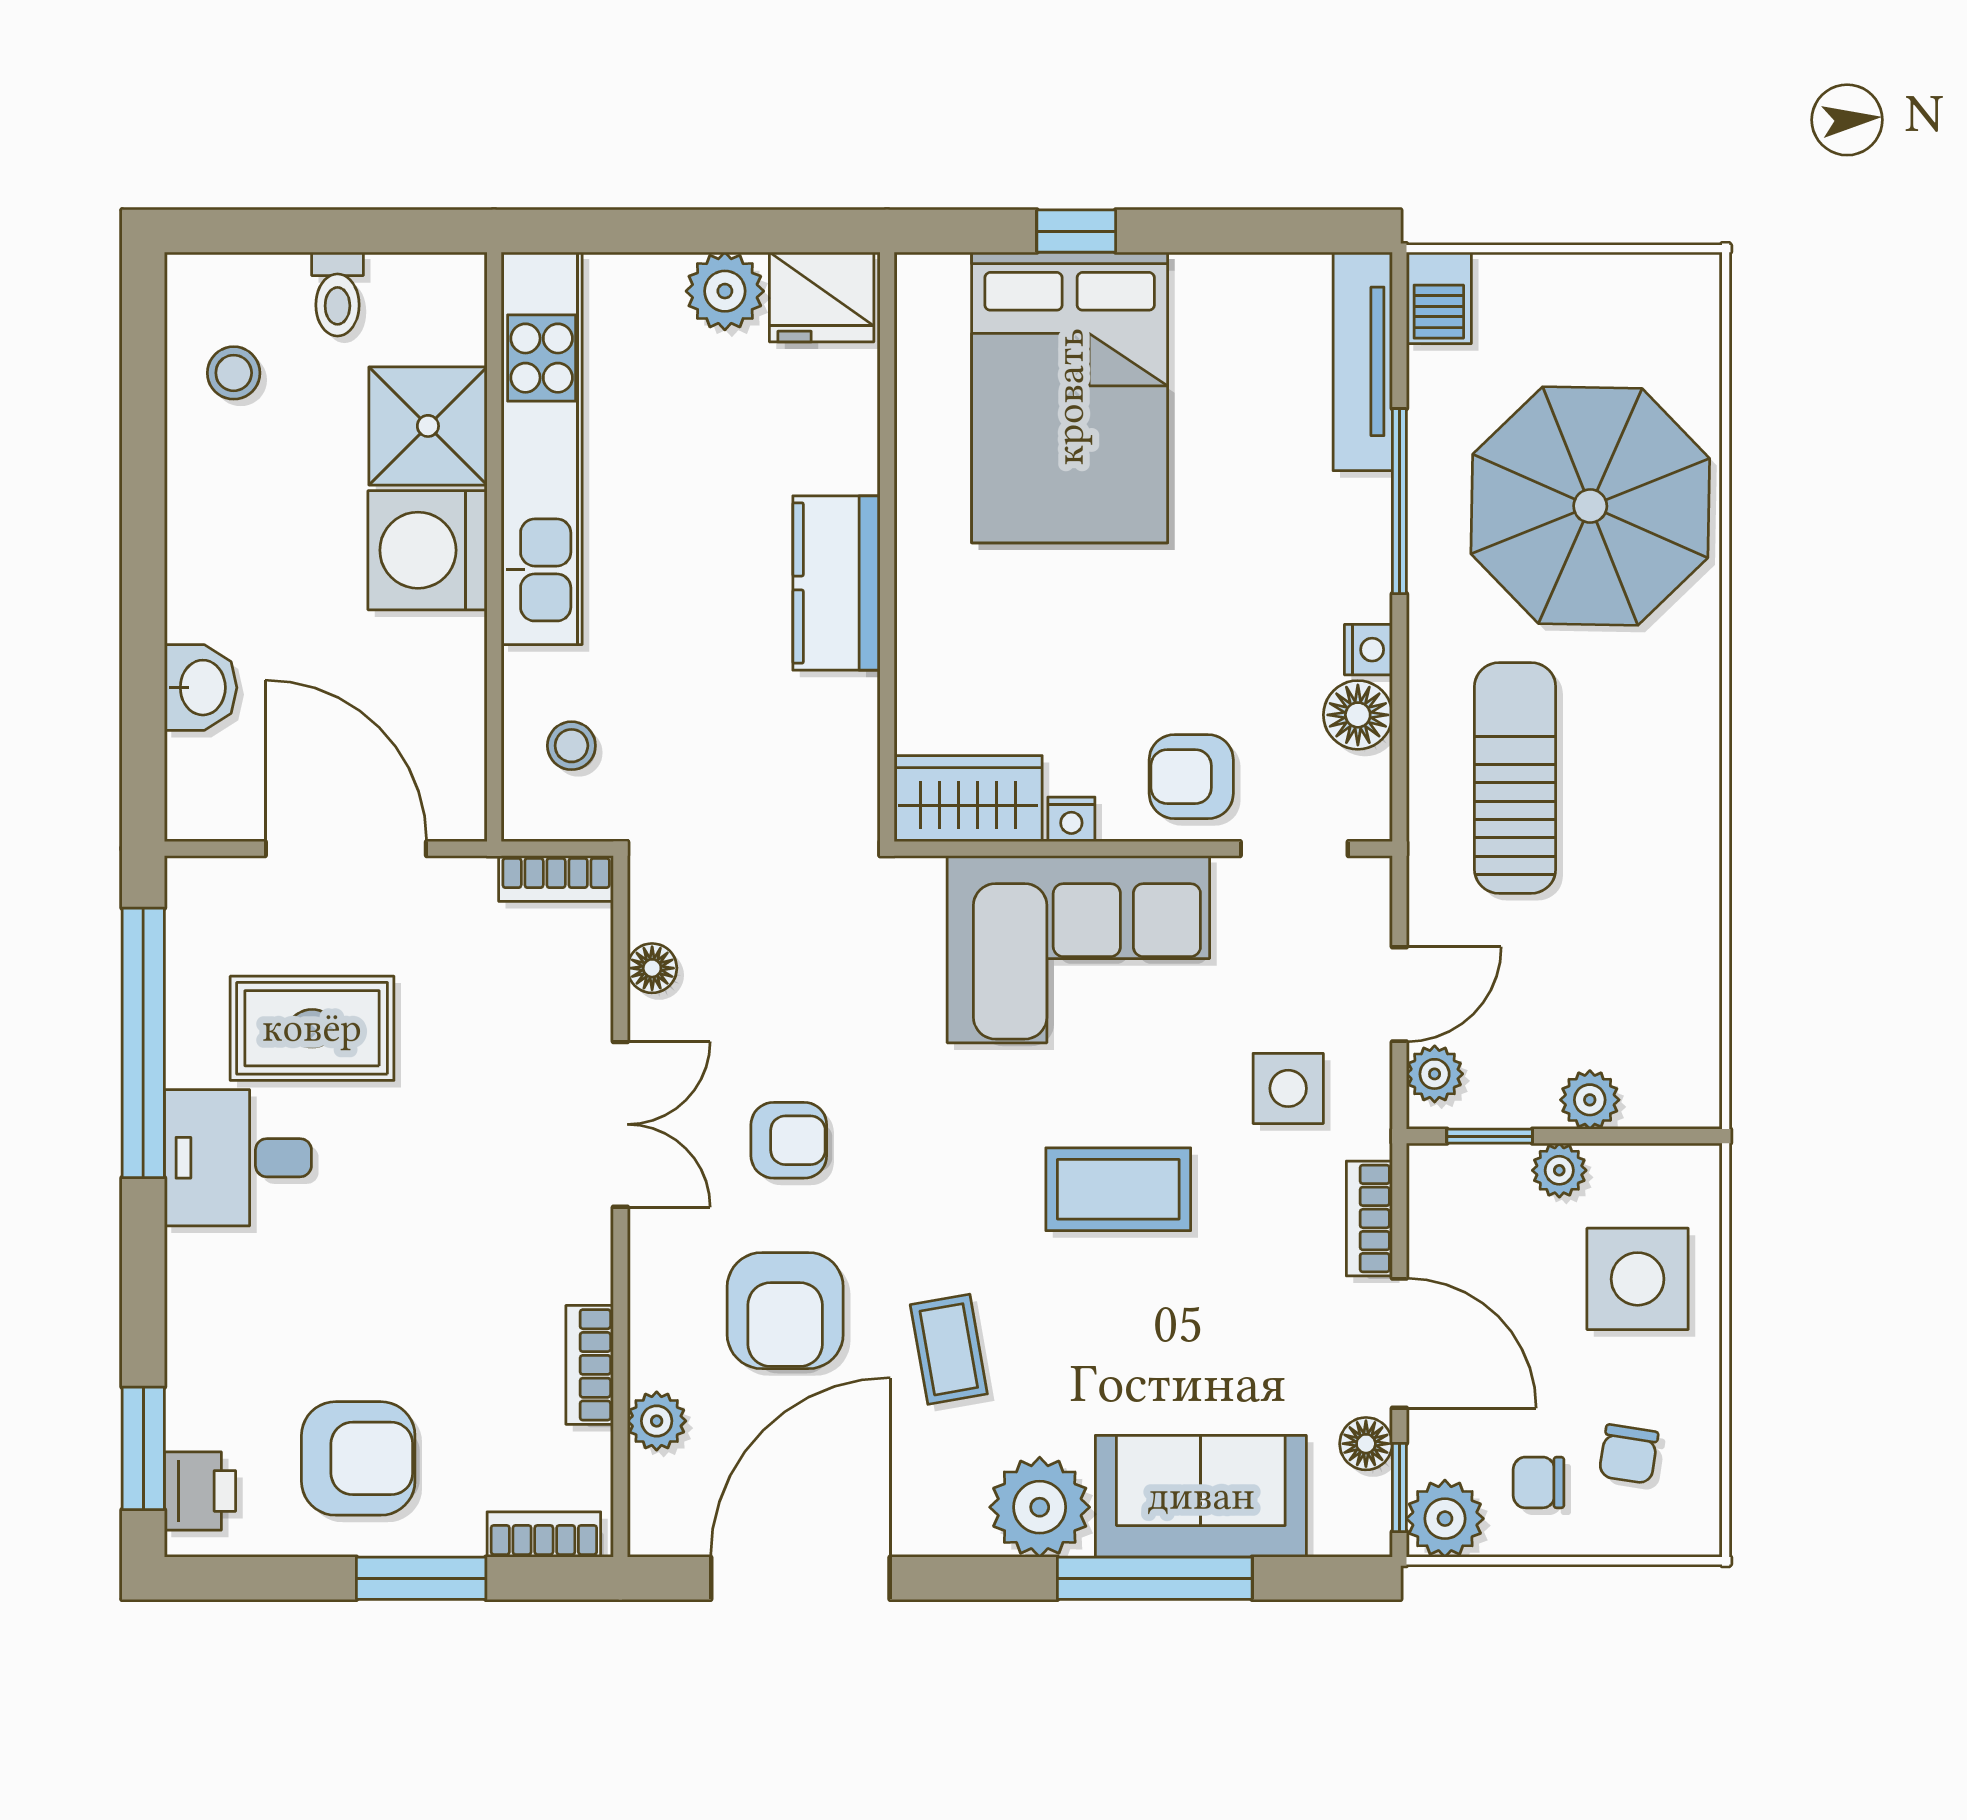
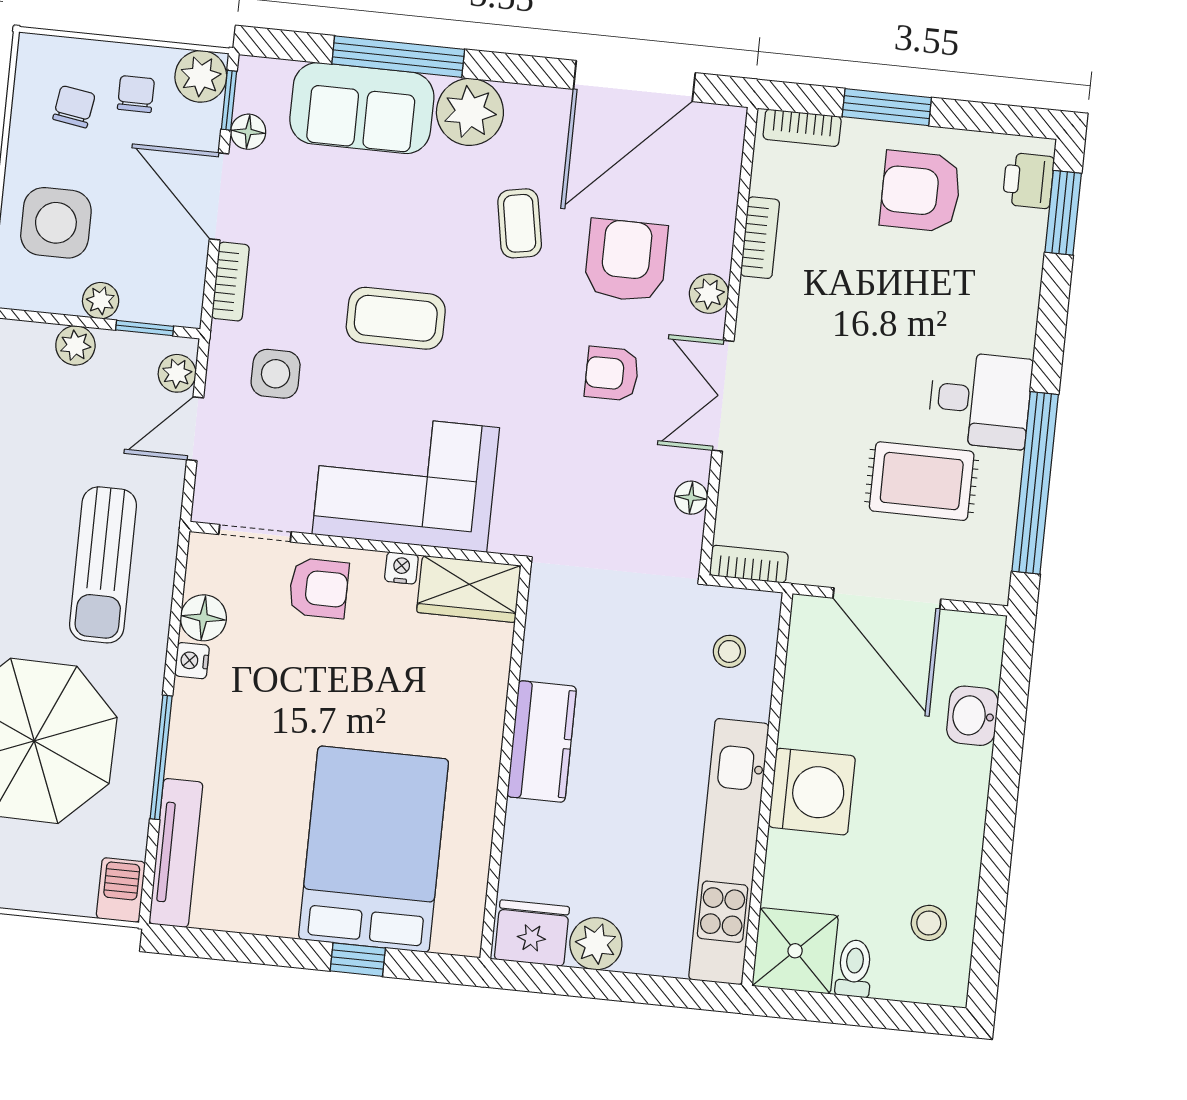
shower: (428, 426) -> (795, 951), moved
plant: (657, 1421) -> (709, 294), moved
chair: (1539, 1482) -> (136, 94), turned -90

